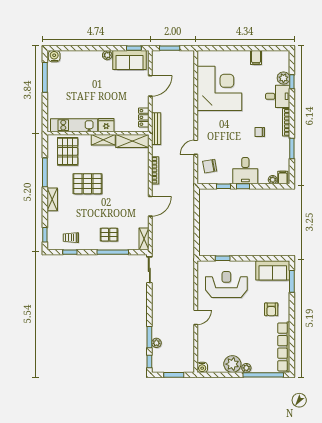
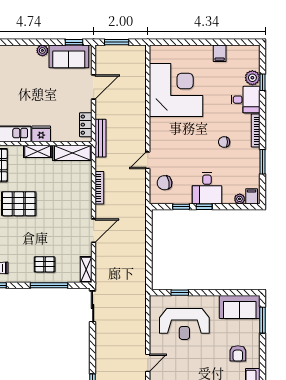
reception desk: (226, 285) -> (184, 324), turned 180

